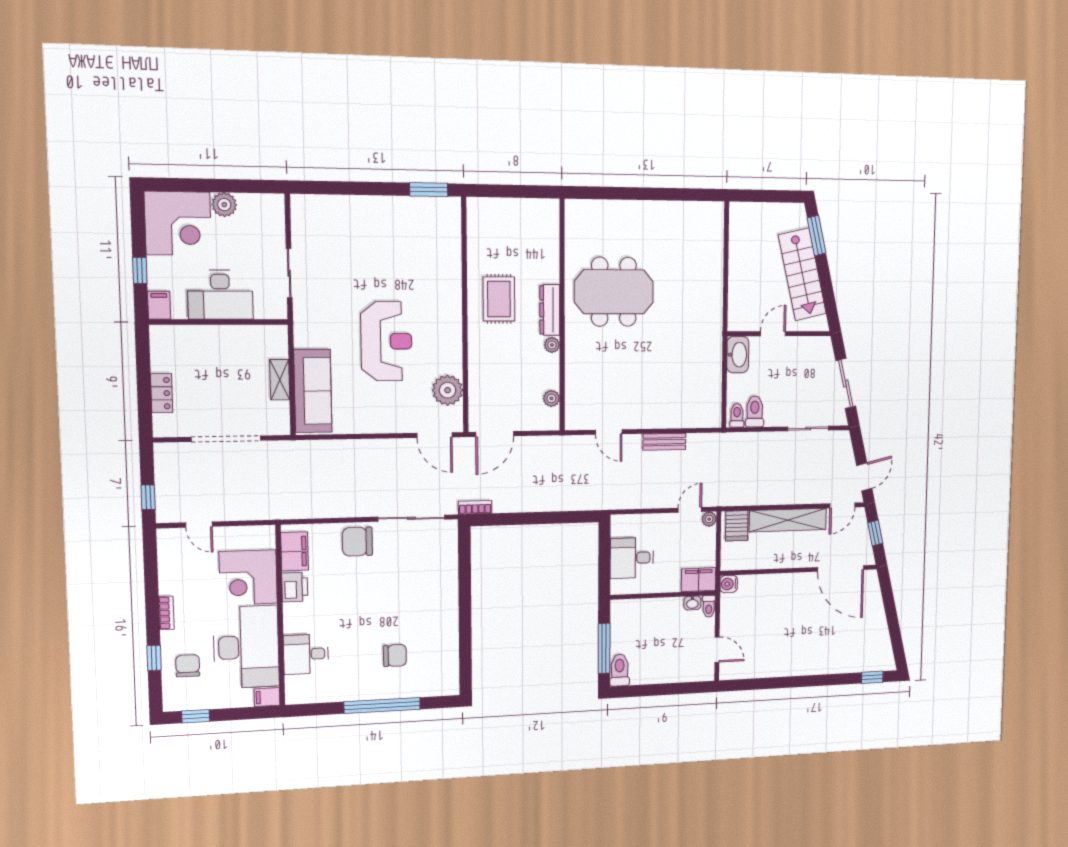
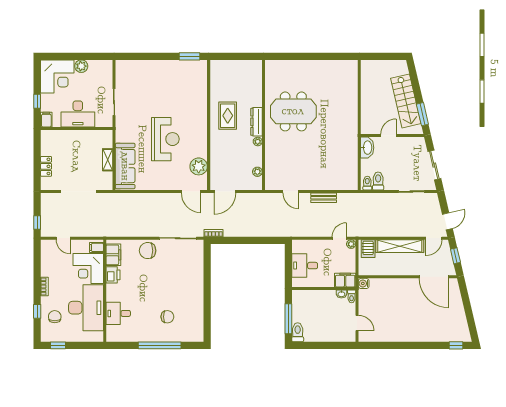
window: (817, 236) -> (422, 114), moved
filing cabinet: (267, 697) -> (96, 247), moved

